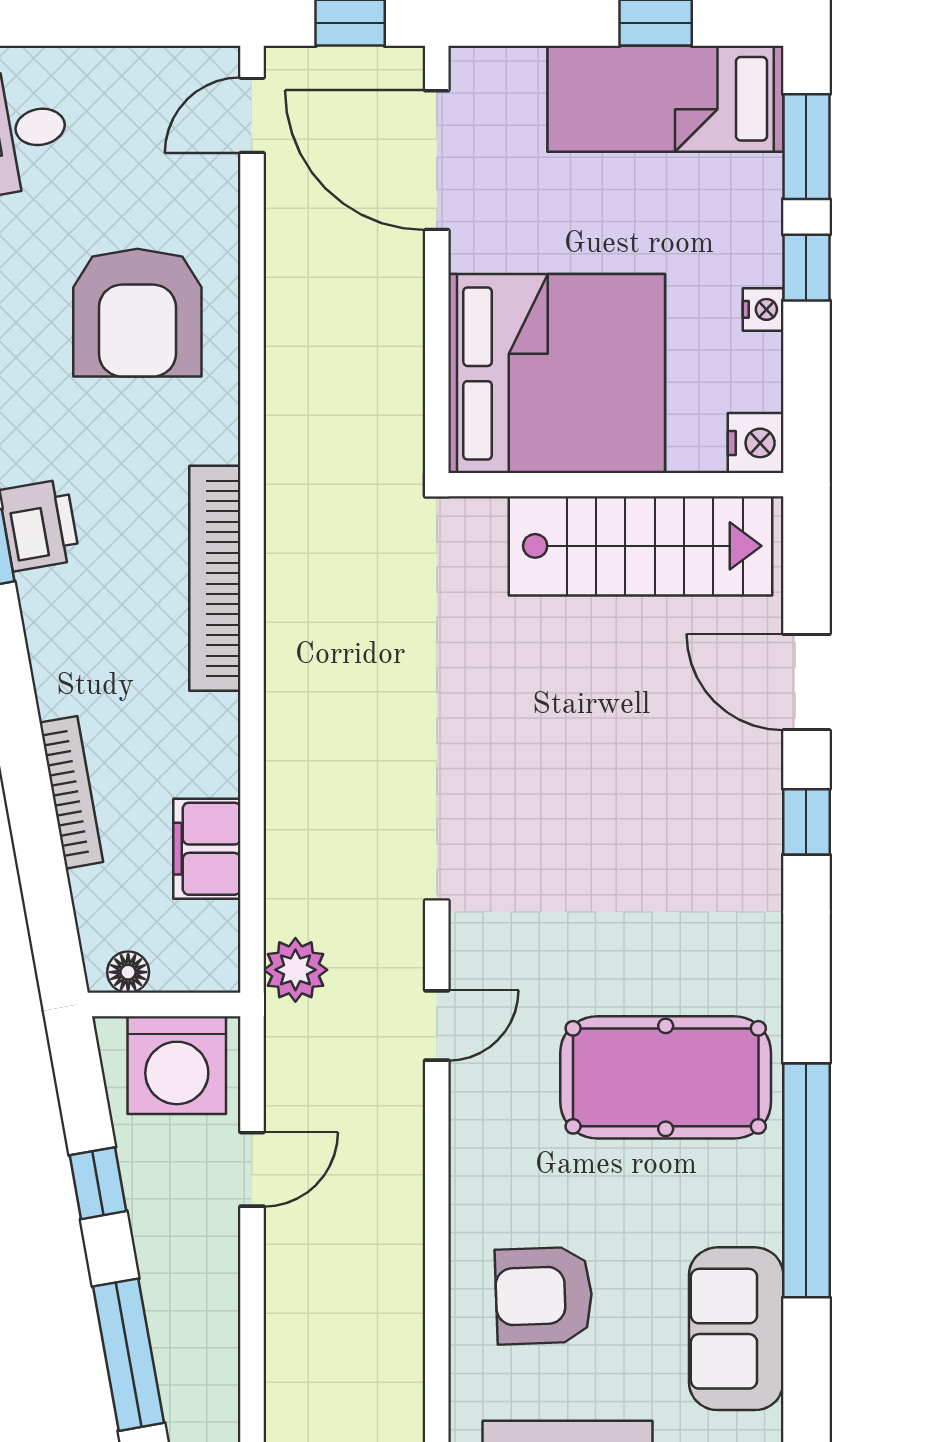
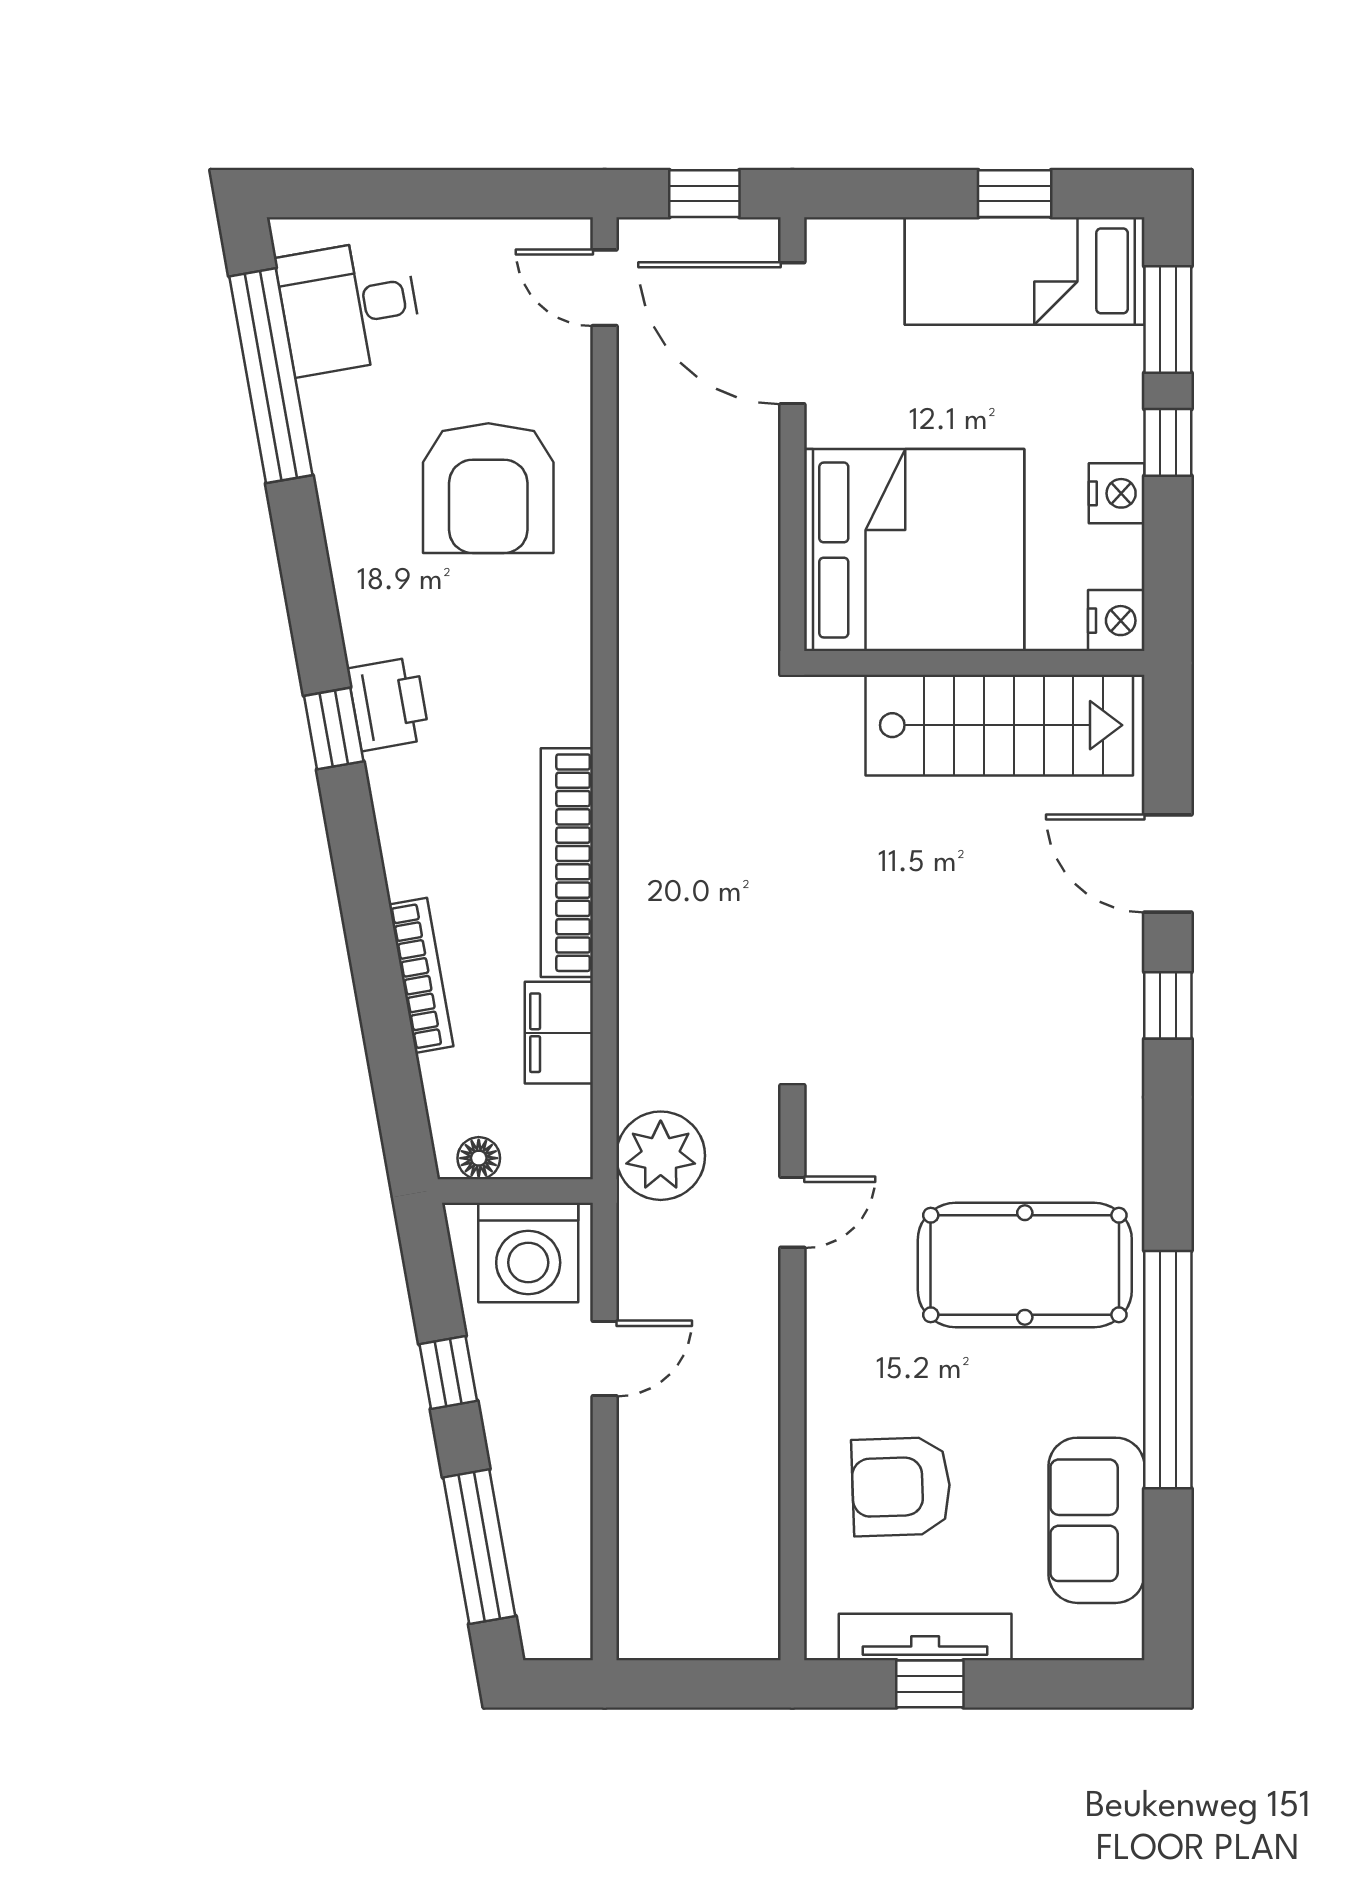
door: (252, 115) -> (605, 288), hinge flipped
nightstand: (763, 309) -> (1117, 493), width x1.39, depth x1.35
bookcase: (215, 578) -> (567, 863), moved
plant: (295, 970) -> (661, 1156), width x1.36, depth x1.36

